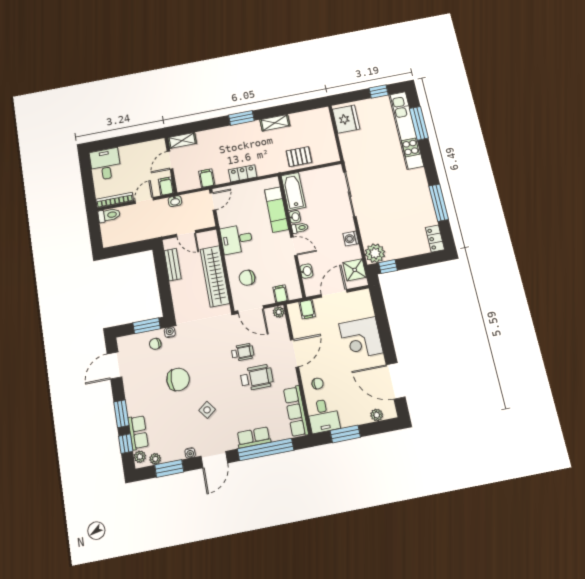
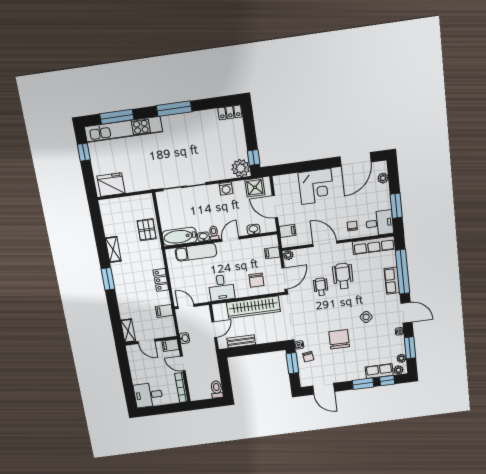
window: (439, 203) -> (174, 109), moved
toilet: (109, 215) -> (217, 389), moved

